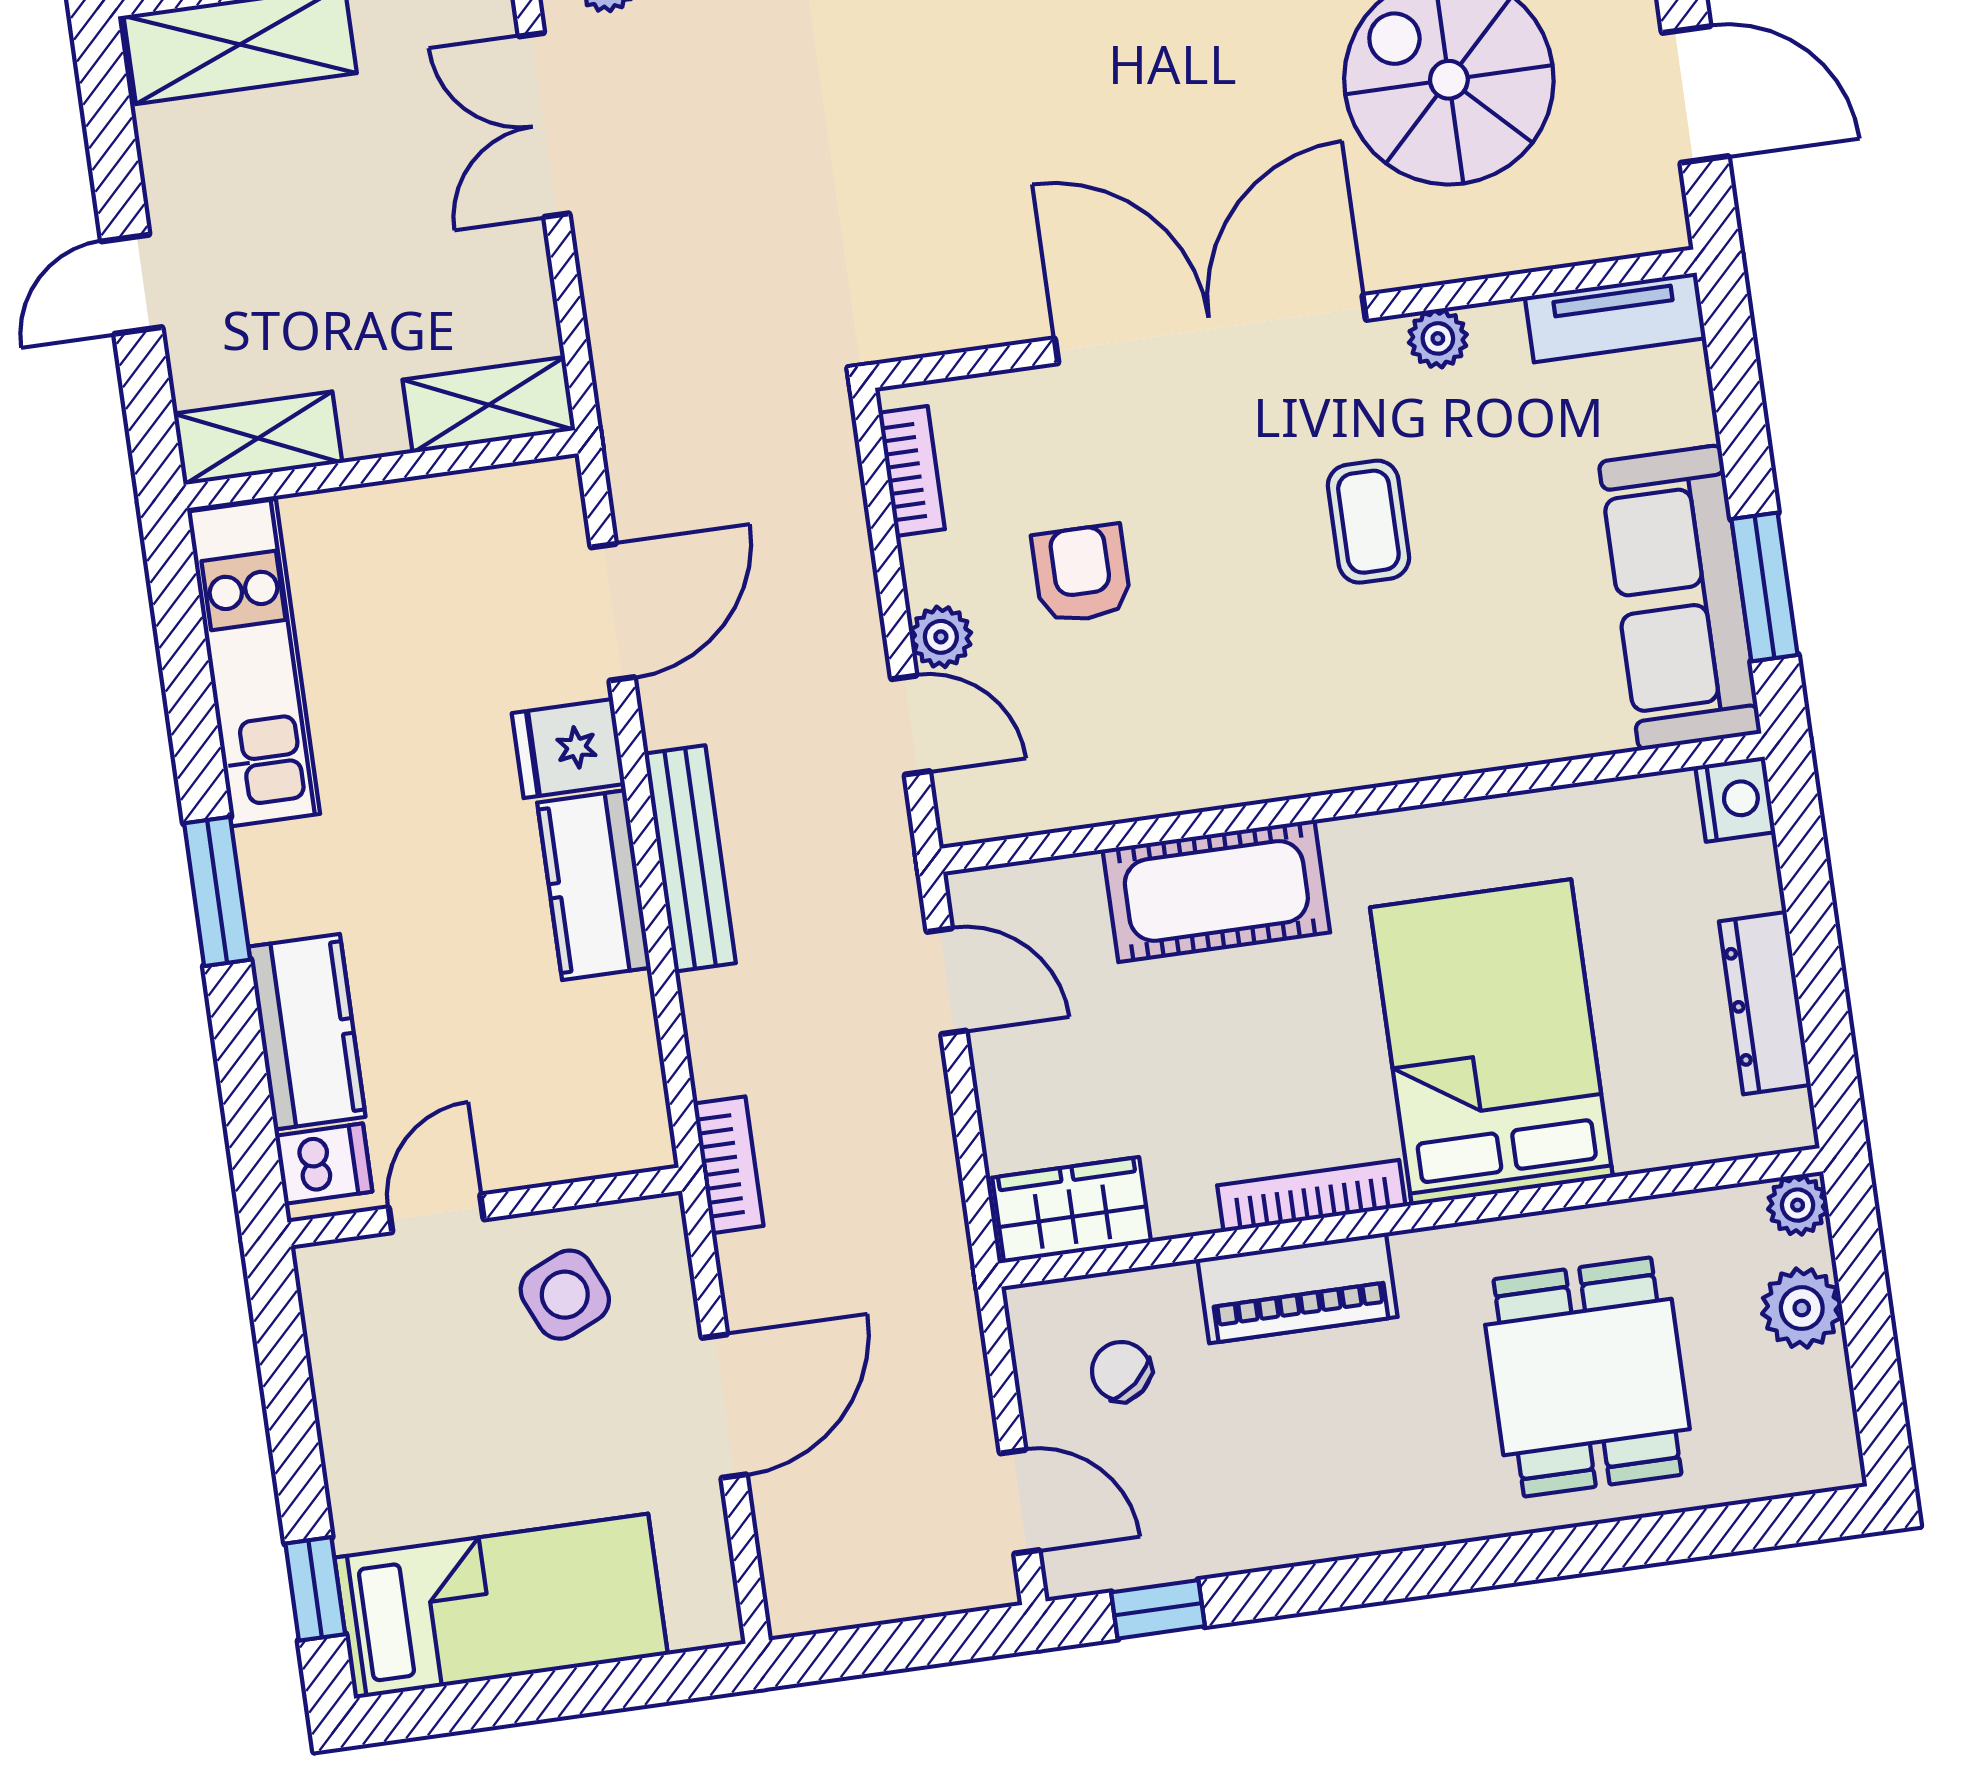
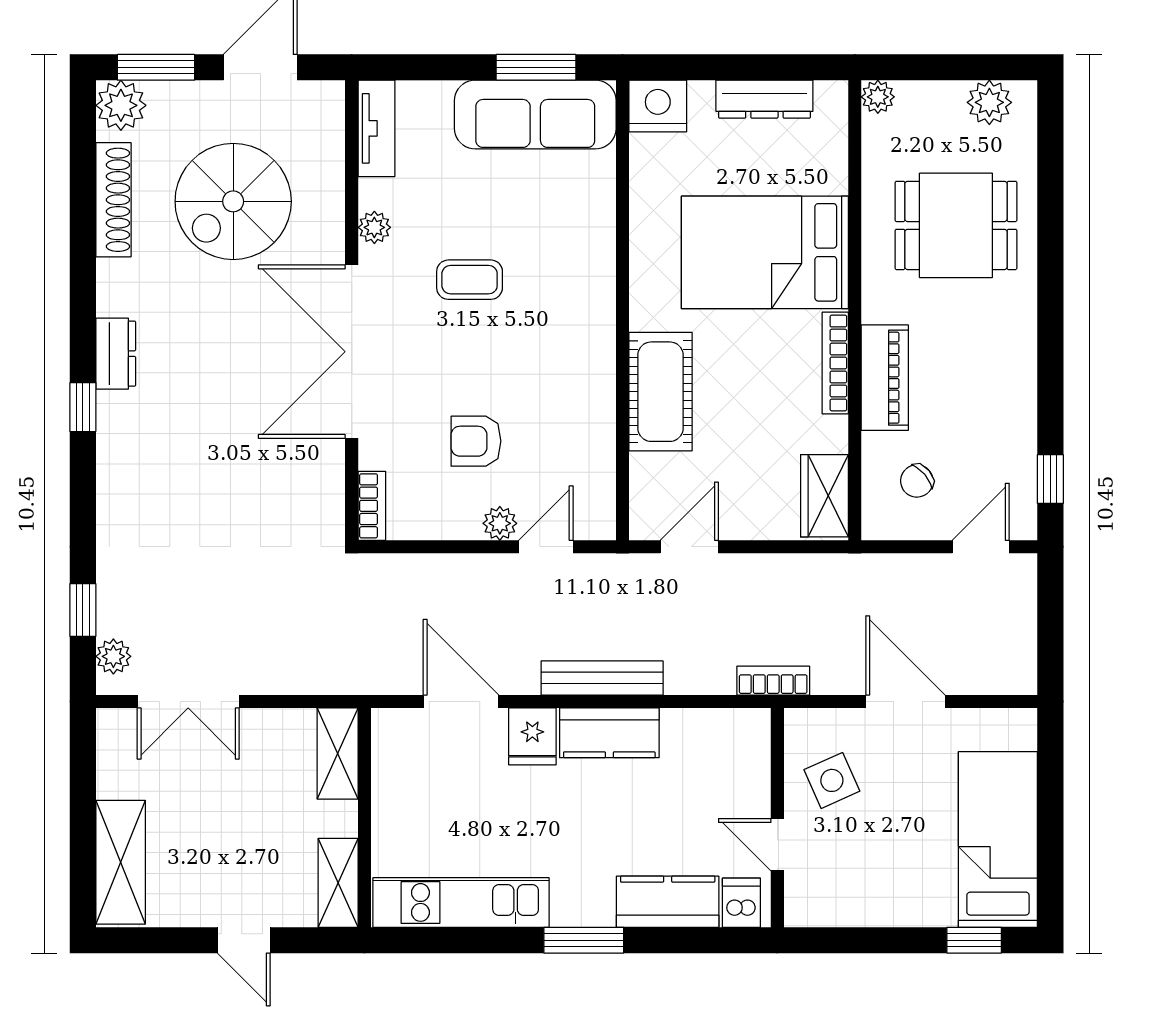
bookcase: (912, 471) -> (372, 506), moved, turned 90
nightstand: (1735, 799) -> (658, 106), width x1.36, depth x1.33
plant: (1802, 1308) -> (989, 102), moved

